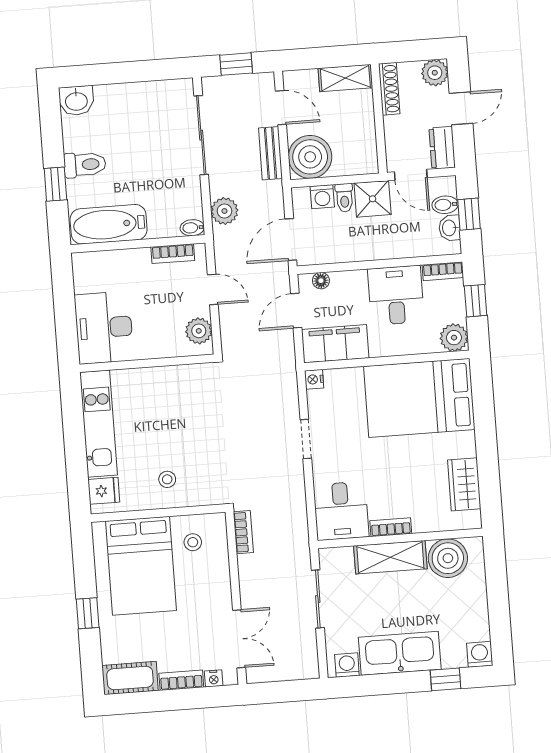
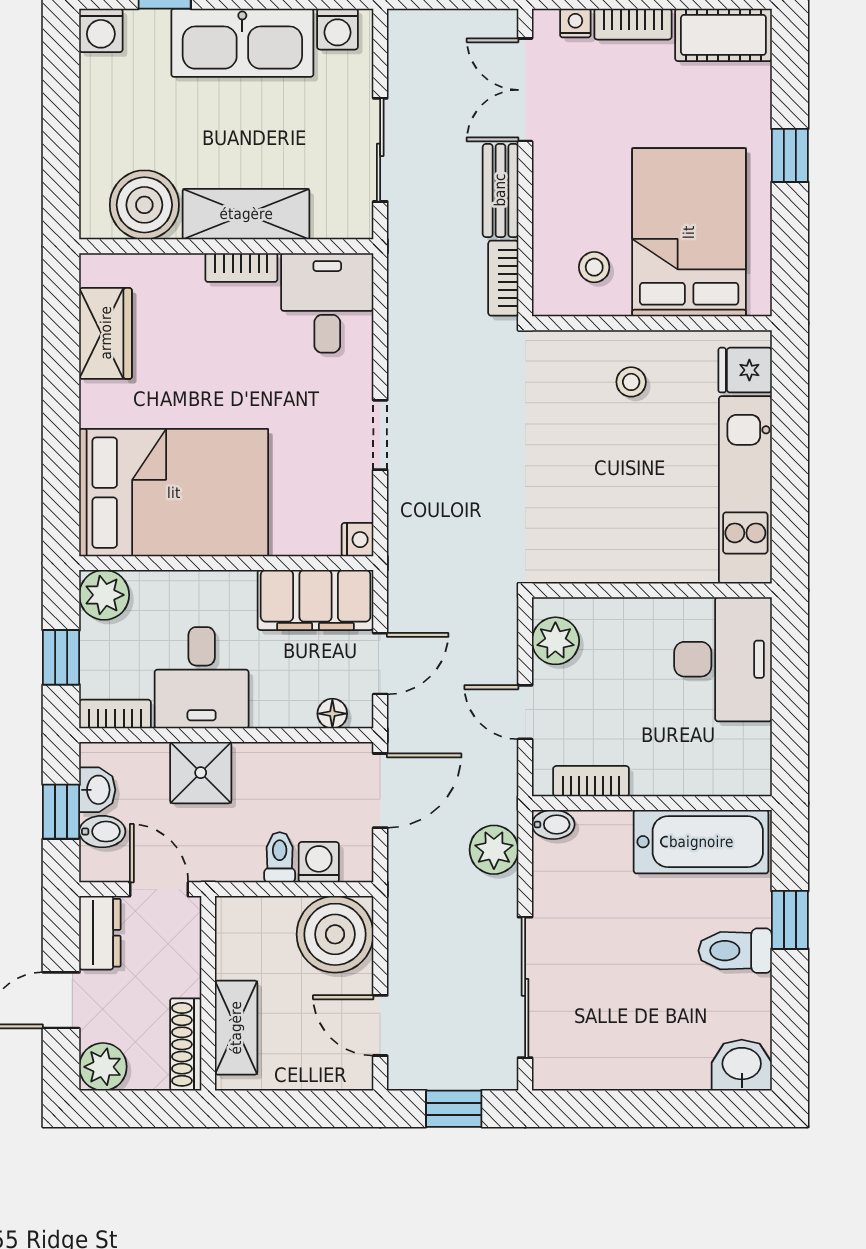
shelving: (345, 78) -> (236, 1028), moved, turned 90
bench: (270, 153) -> (500, 190), moved
shower: (373, 199) -> (201, 773), moved

